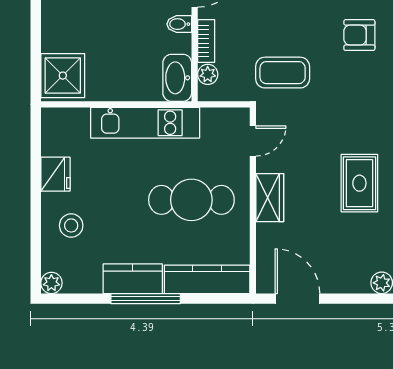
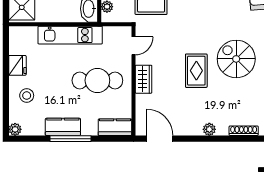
kitchen counter: (207, 279) -> (115, 127), width x0.67

